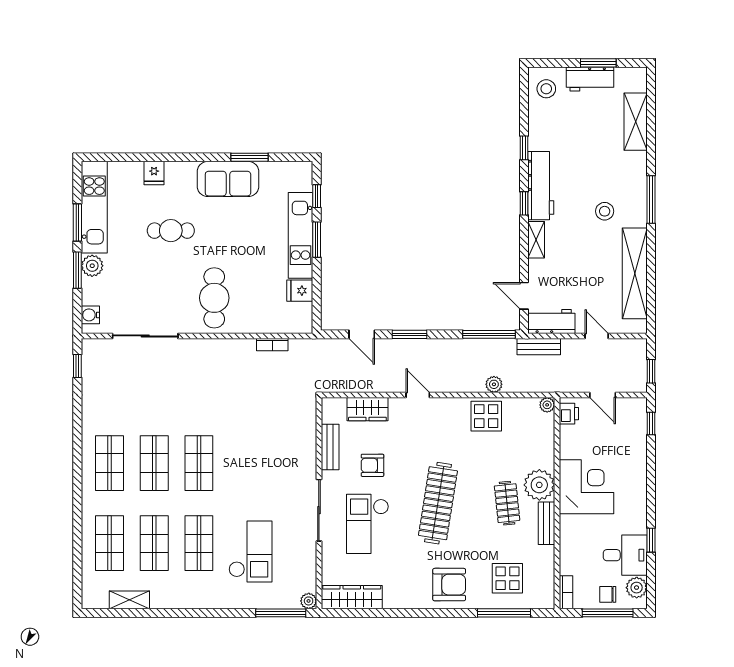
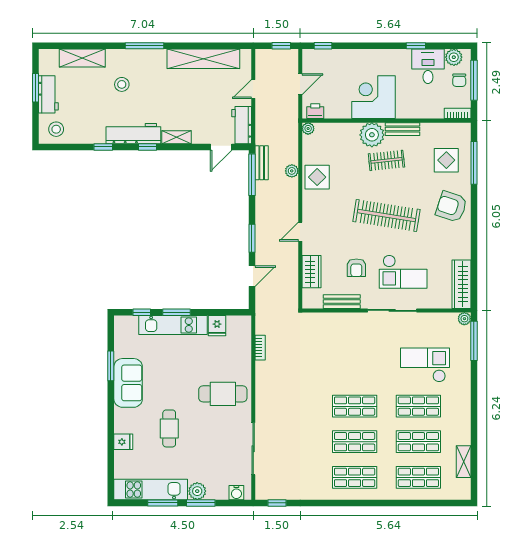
stool: (605, 211) -> (122, 84), moved
bench: (539, 347) -> (262, 163), moved
armchair: (449, 585) -> (451, 207), turned -72

